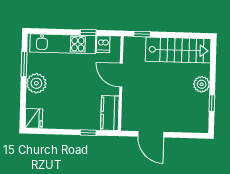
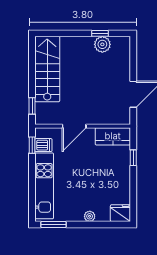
window: (88, 33) -> (32, 145), moved
window: (24, 64) -> (53, 225), moved
plant: (36, 83) -> (90, 216), width x0.53, depth x0.53
plant: (202, 84) -> (102, 44), moved

